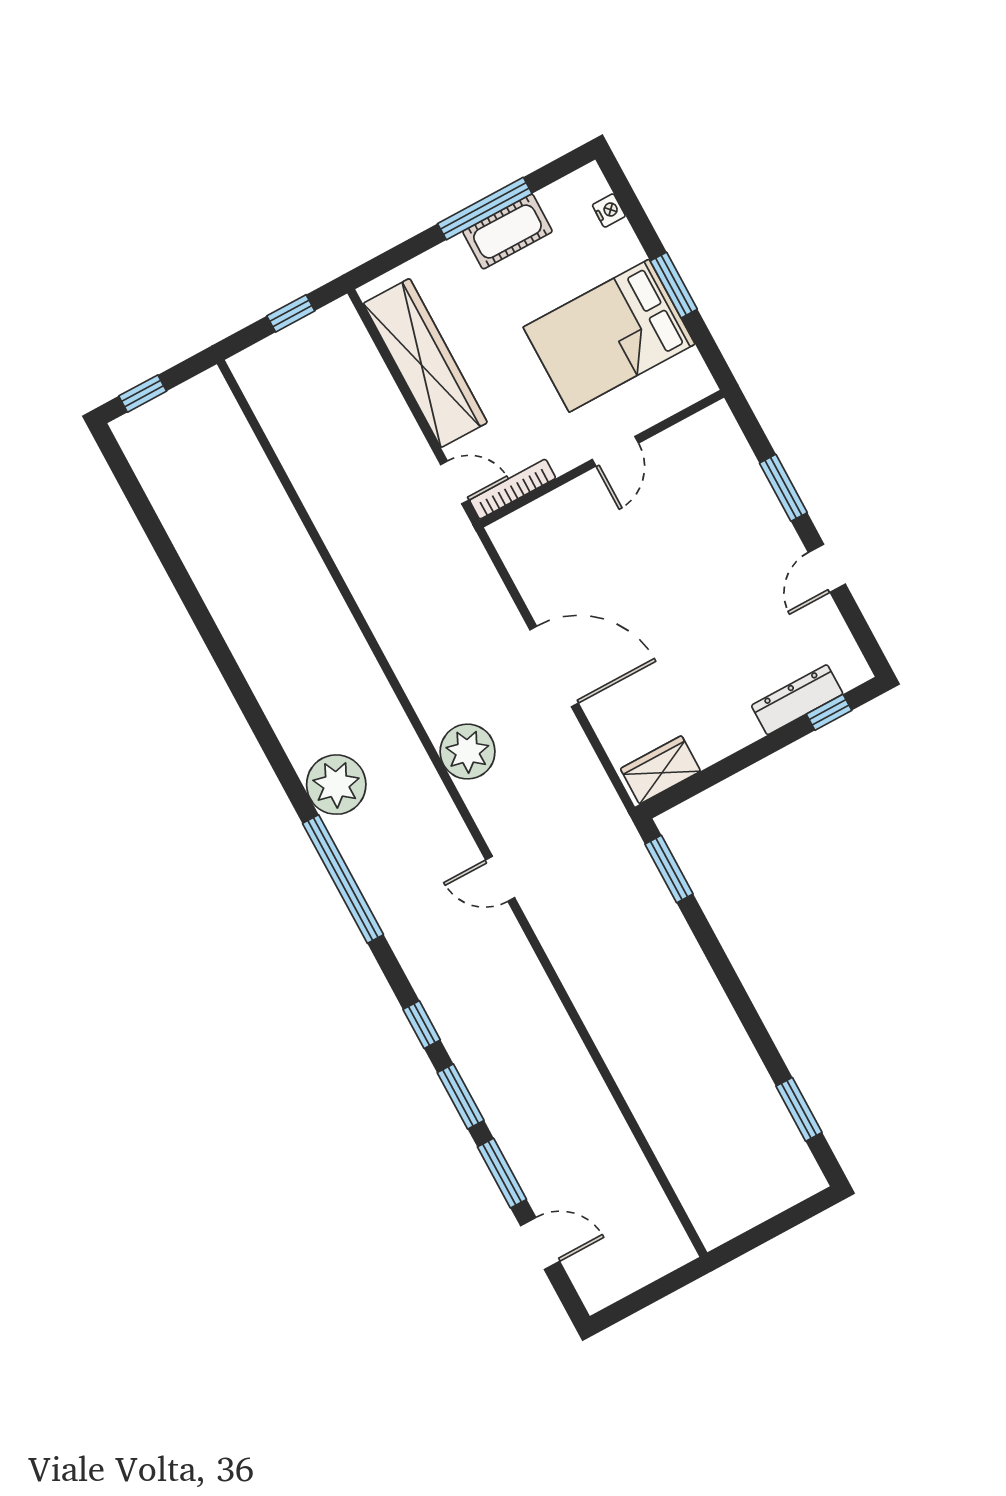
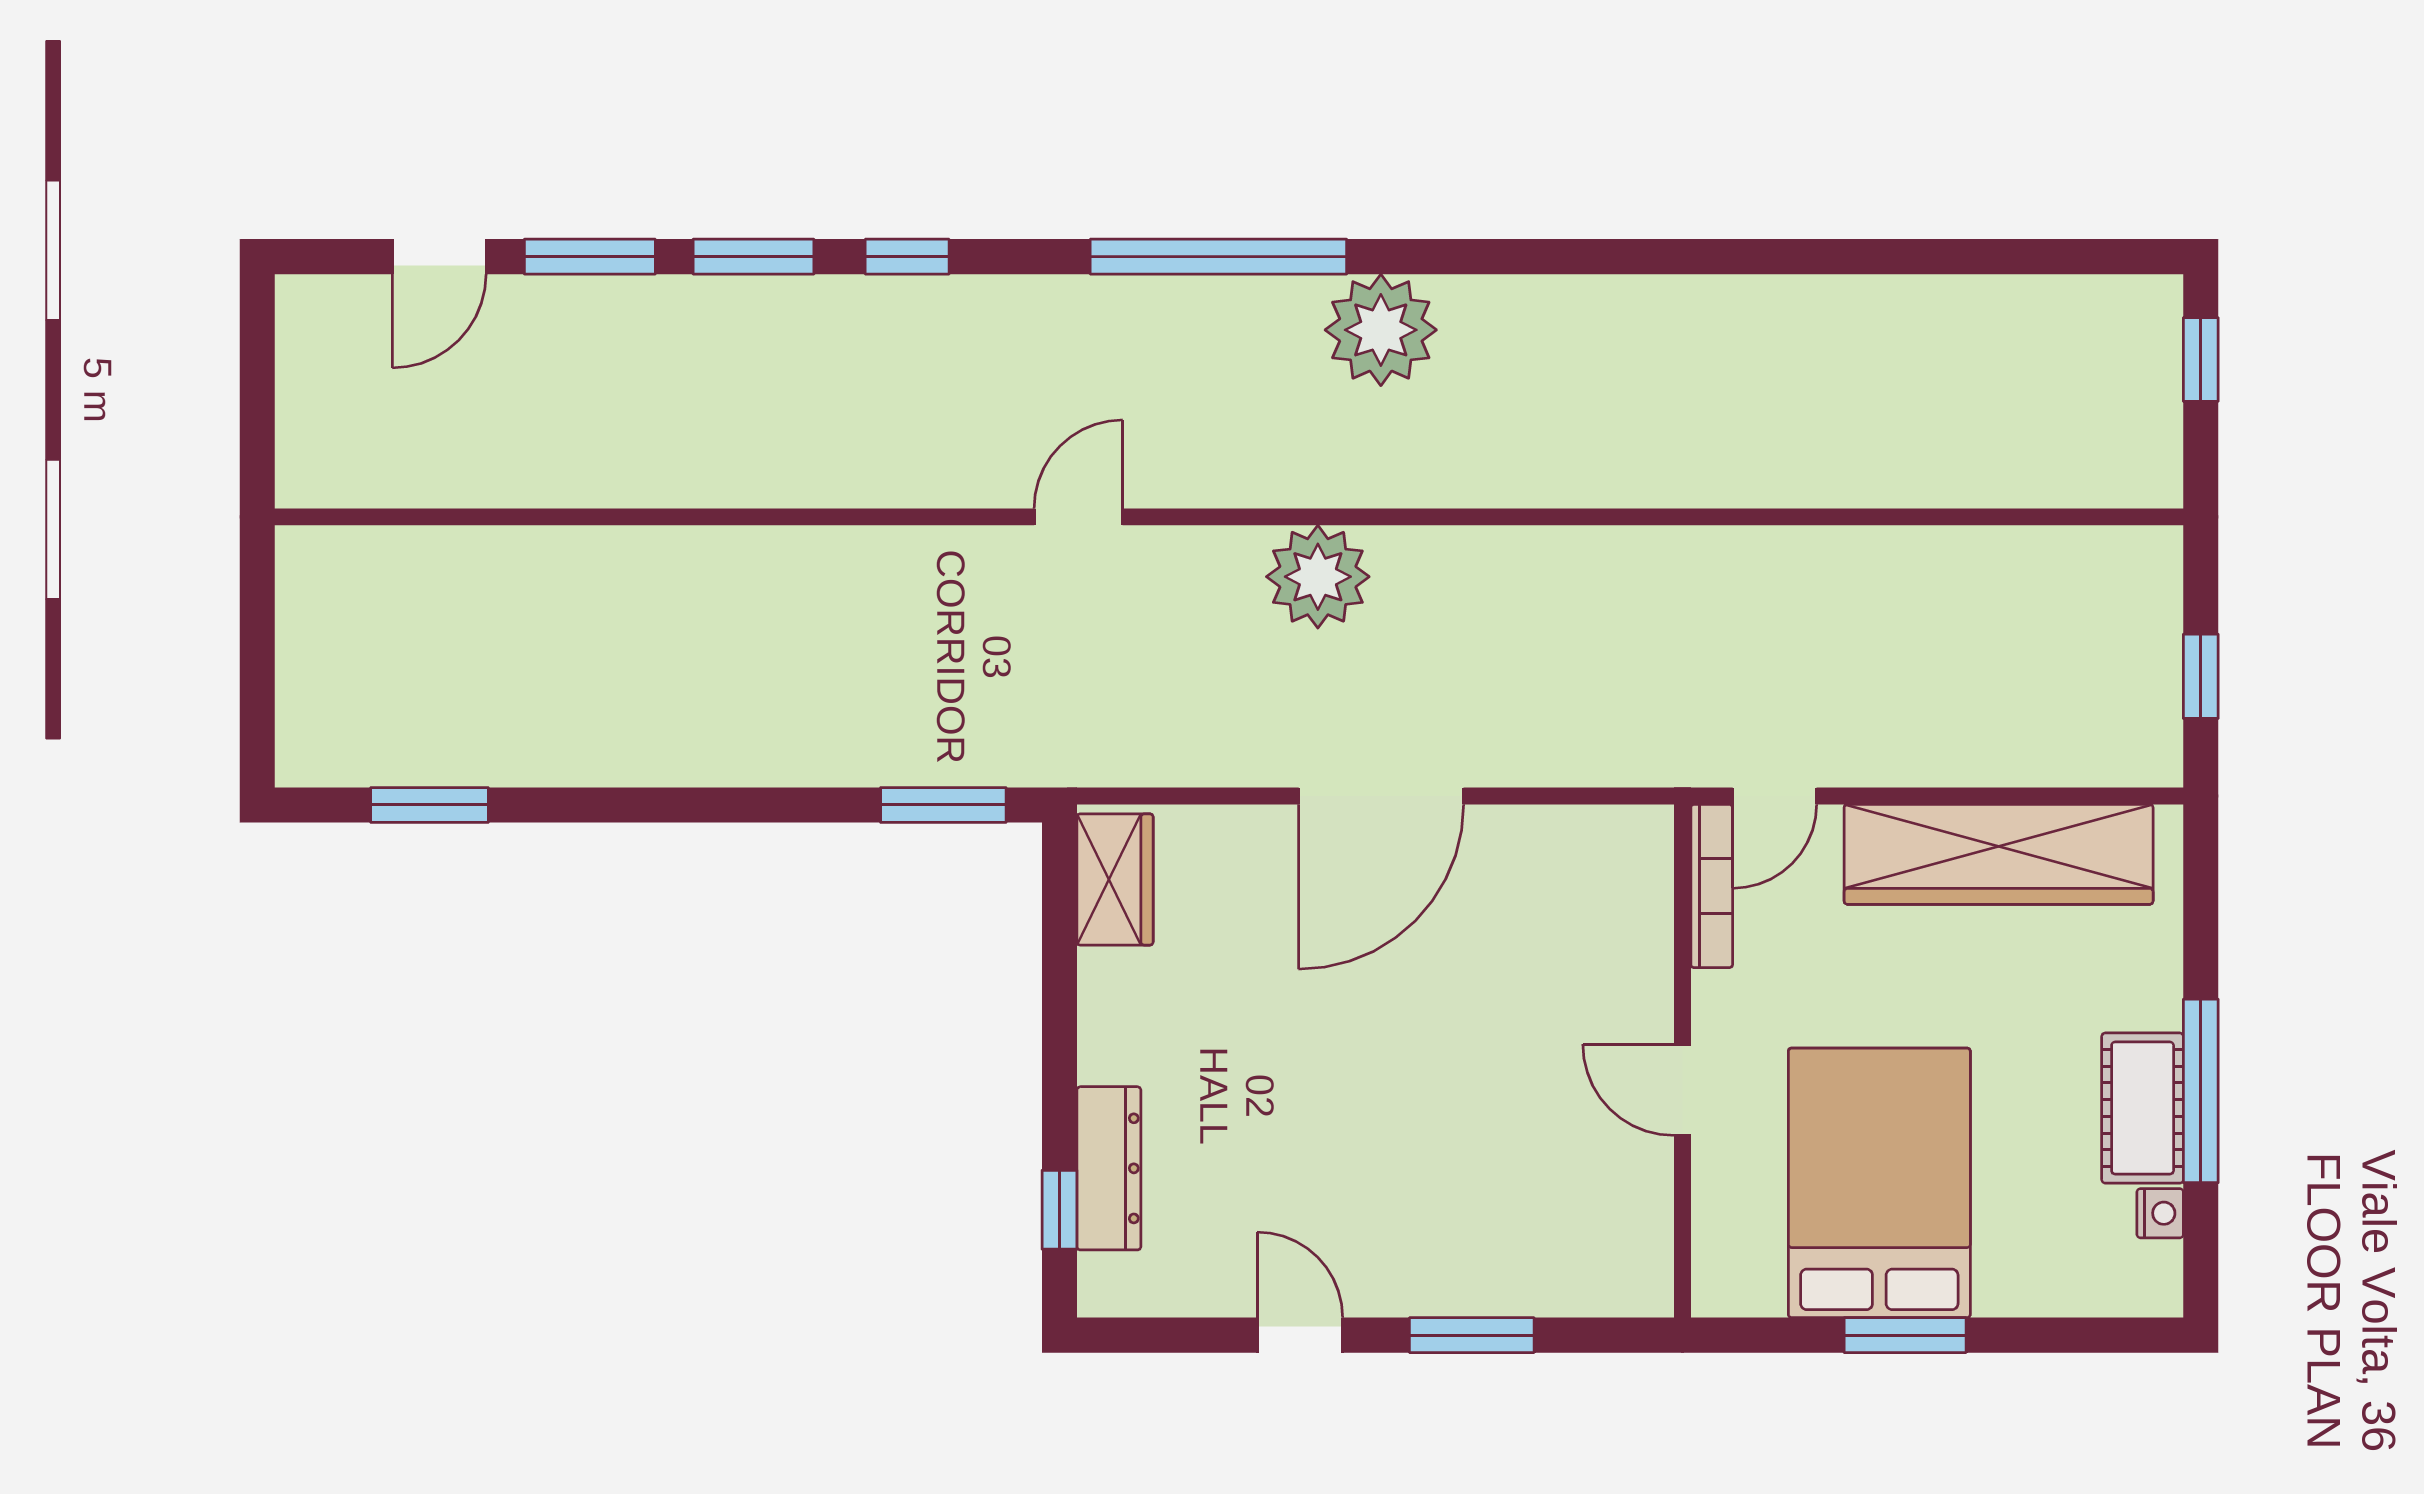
nightstand: (609, 210) -> (2160, 1213), moved, turned -90

